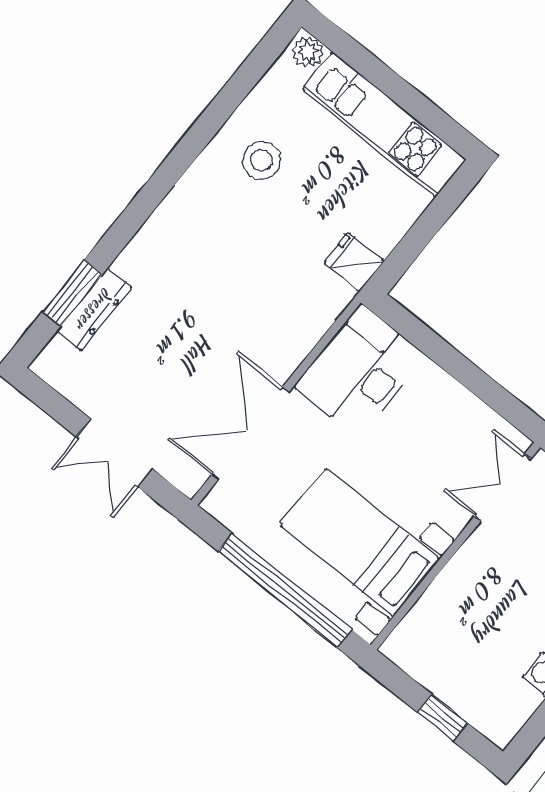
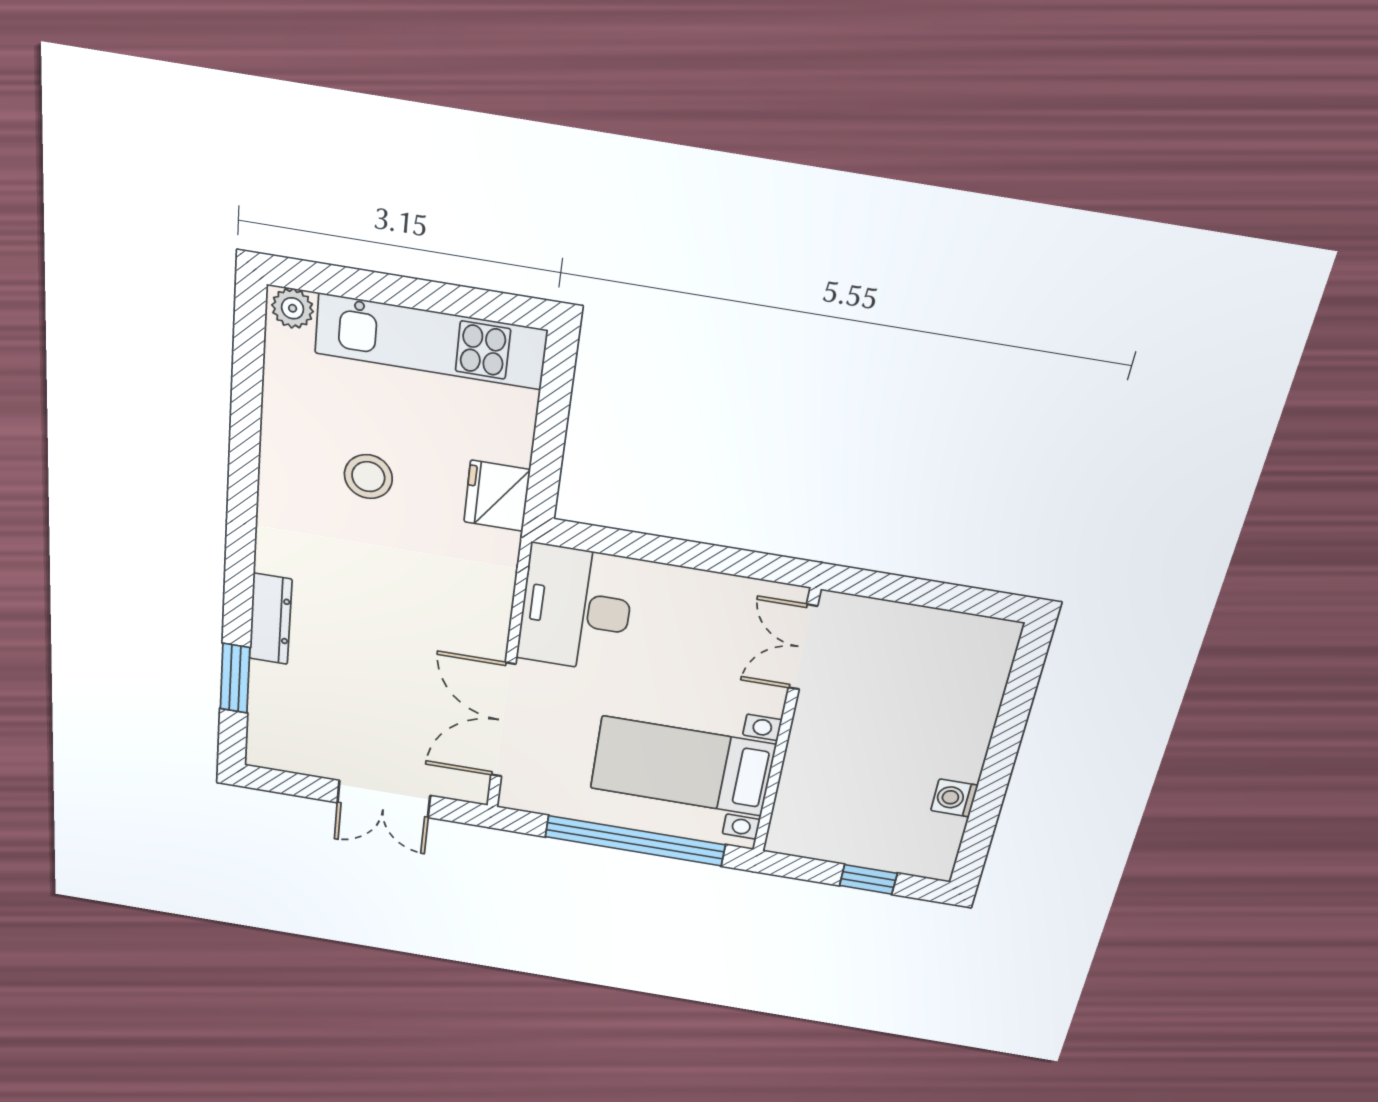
stool: (261, 161) -> (368, 477), moved
fridge: (354, 262) -> (497, 496), width x1.38
dresser: (94, 309) -> (271, 619), moved

